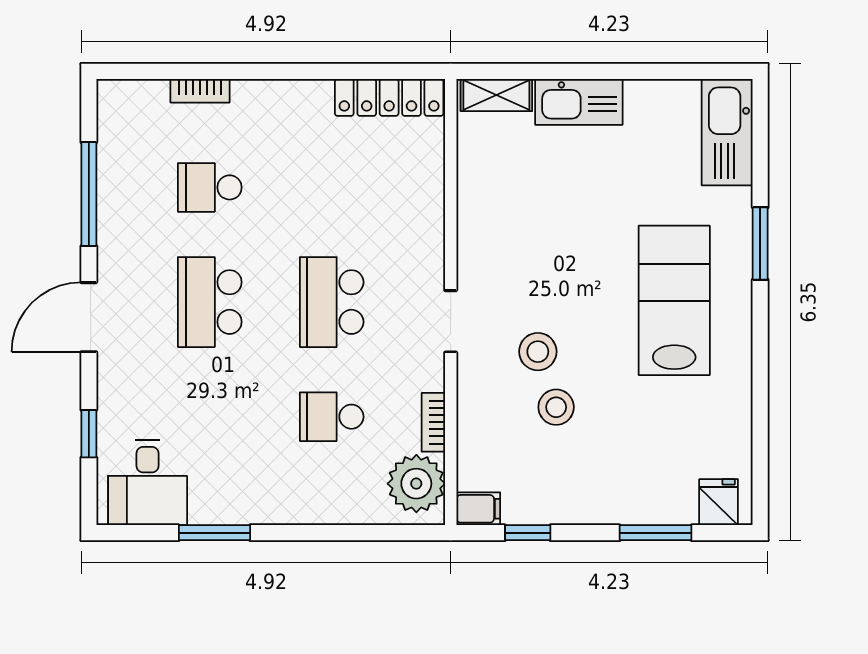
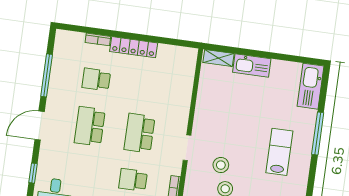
locker: (389, 97) -> (134, 47), moved
window: (760, 243) -> (318, 134), width x1.44
lab bench: (674, 300) -> (279, 152), width x0.73, depth x0.72

